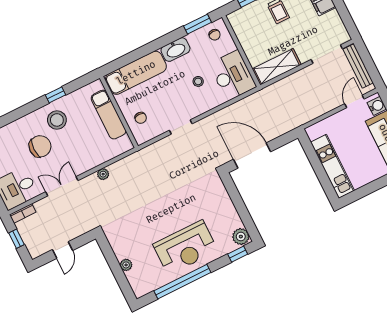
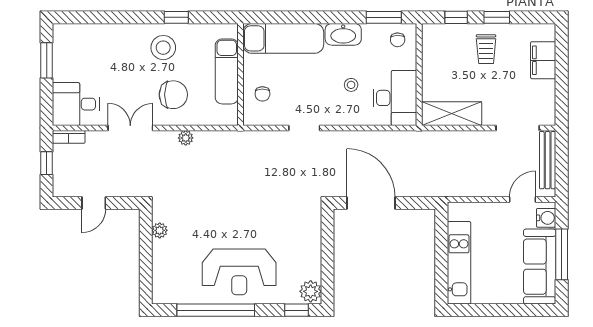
chair: (40, 146) -> (173, 95), moved
plant: (126, 265) -> (160, 230), moved

